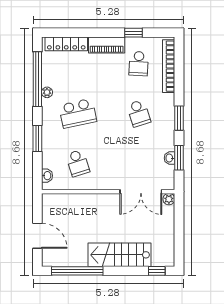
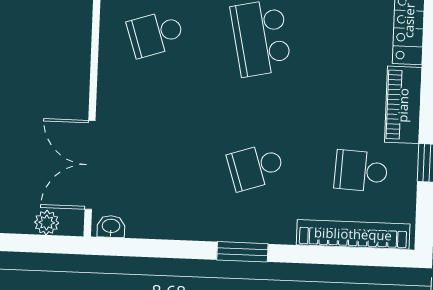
washbasin: (170, 158) -> (111, 227), moved
window: (179, 158) -> (158, 248), removed
plant: (169, 199) -> (47, 223), moved

